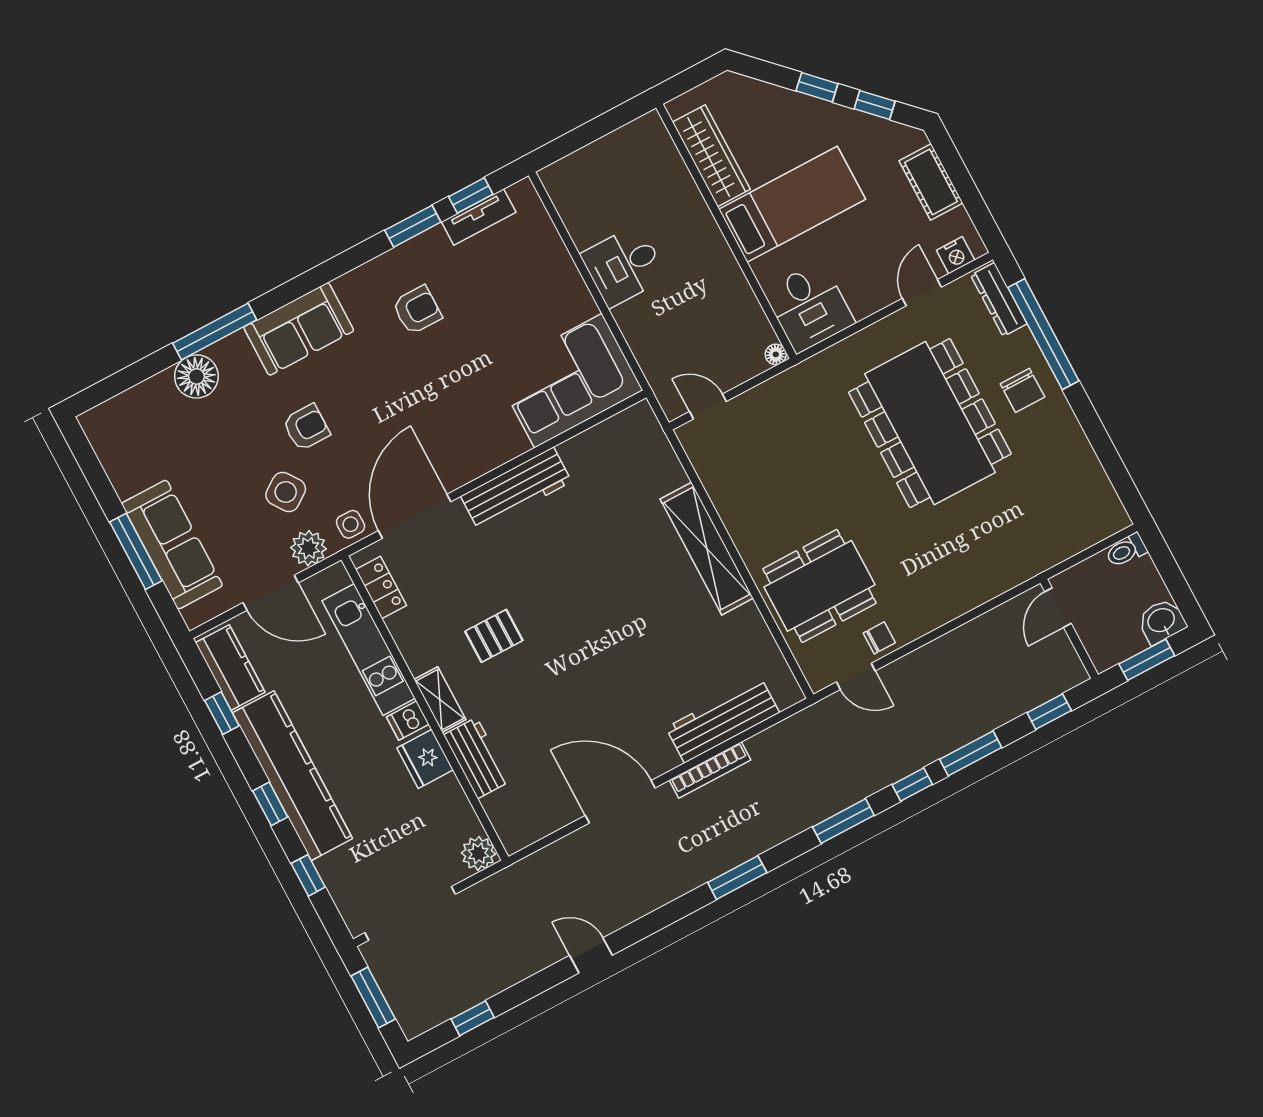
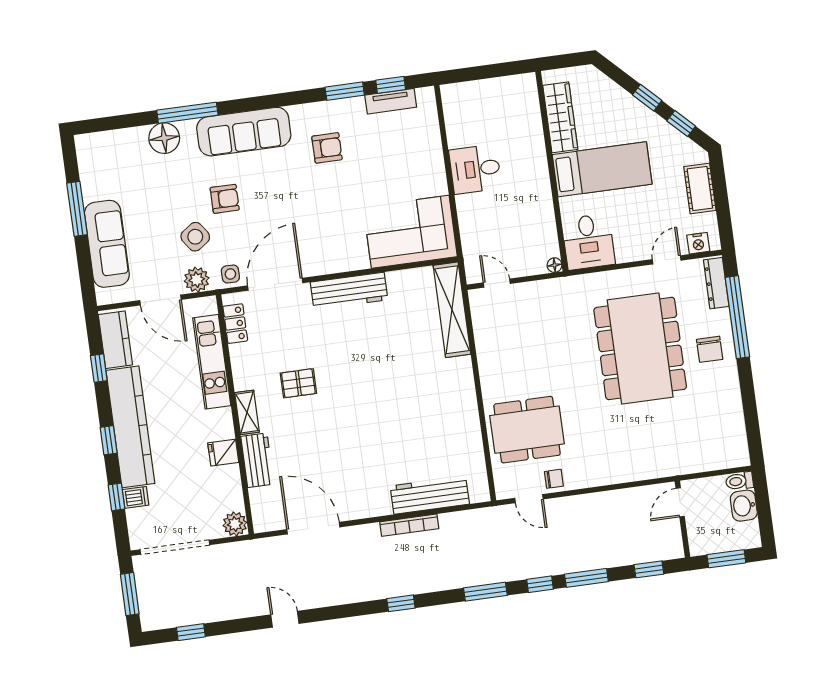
sofa: (299, 329) -> (244, 132), width x1.36
shelving: (707, 549) -> (452, 310), moved
window: (136, 551) -> (77, 209), moved
washbasin: (1162, 621) -> (744, 506), moved, turned -90
dishwasher: (408, 721) -> (136, 497), moved, turned 180
fridge: (425, 759) -> (223, 453), width x0.72
door: (620, 802) -> (313, 528), moved
window: (737, 878) -> (401, 603), width x0.67

